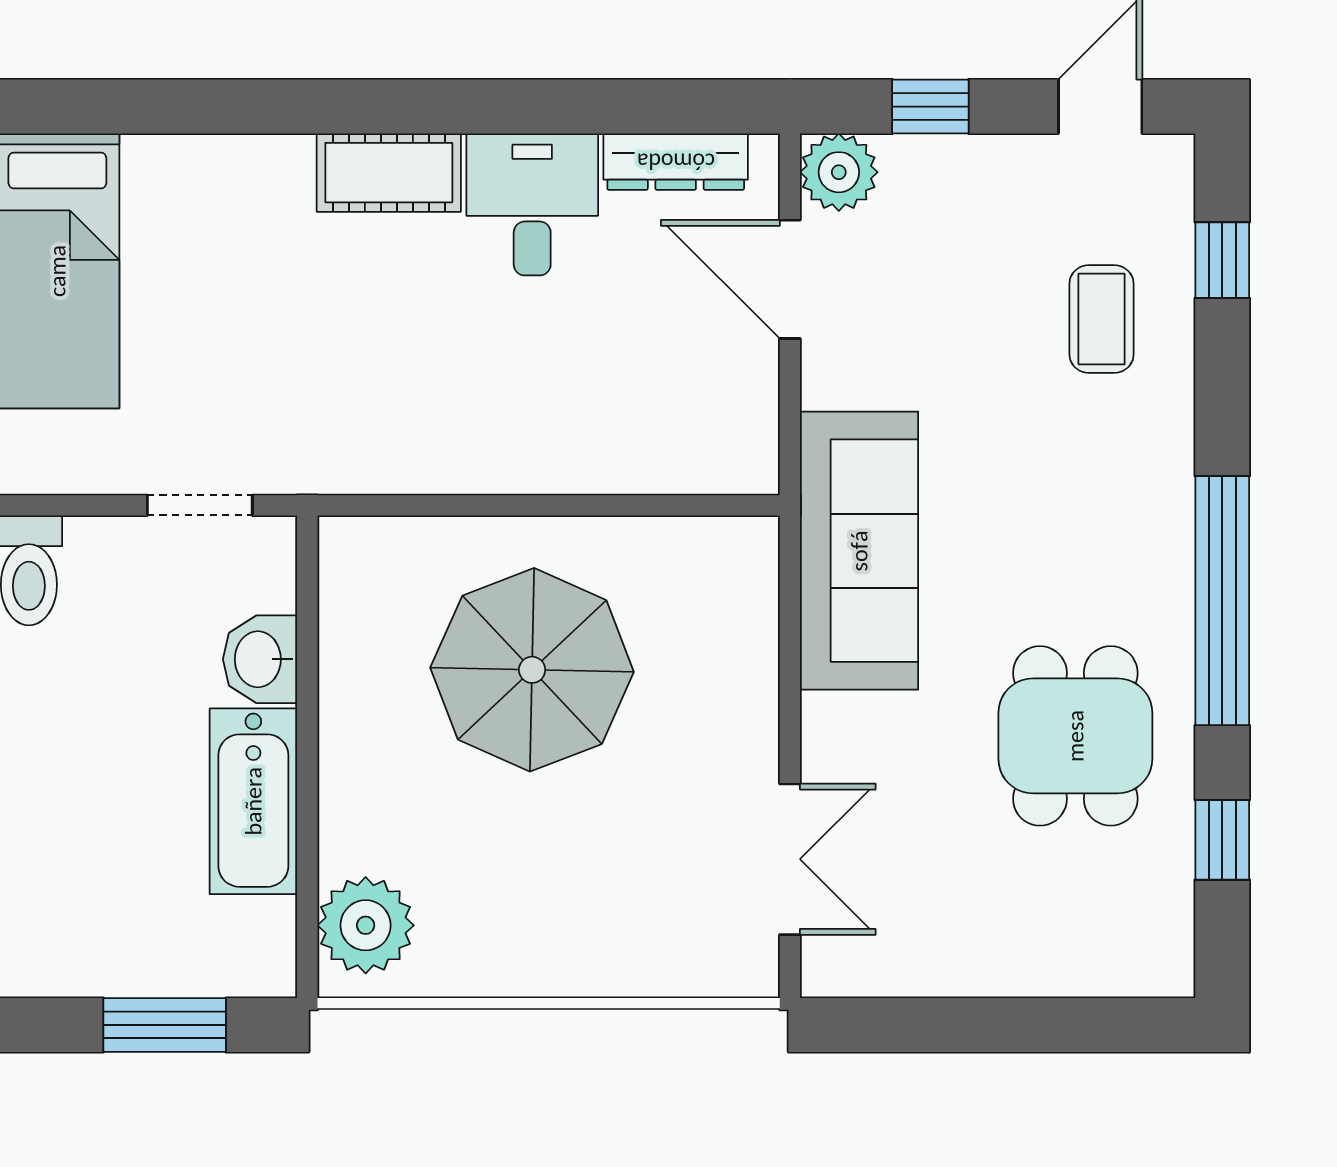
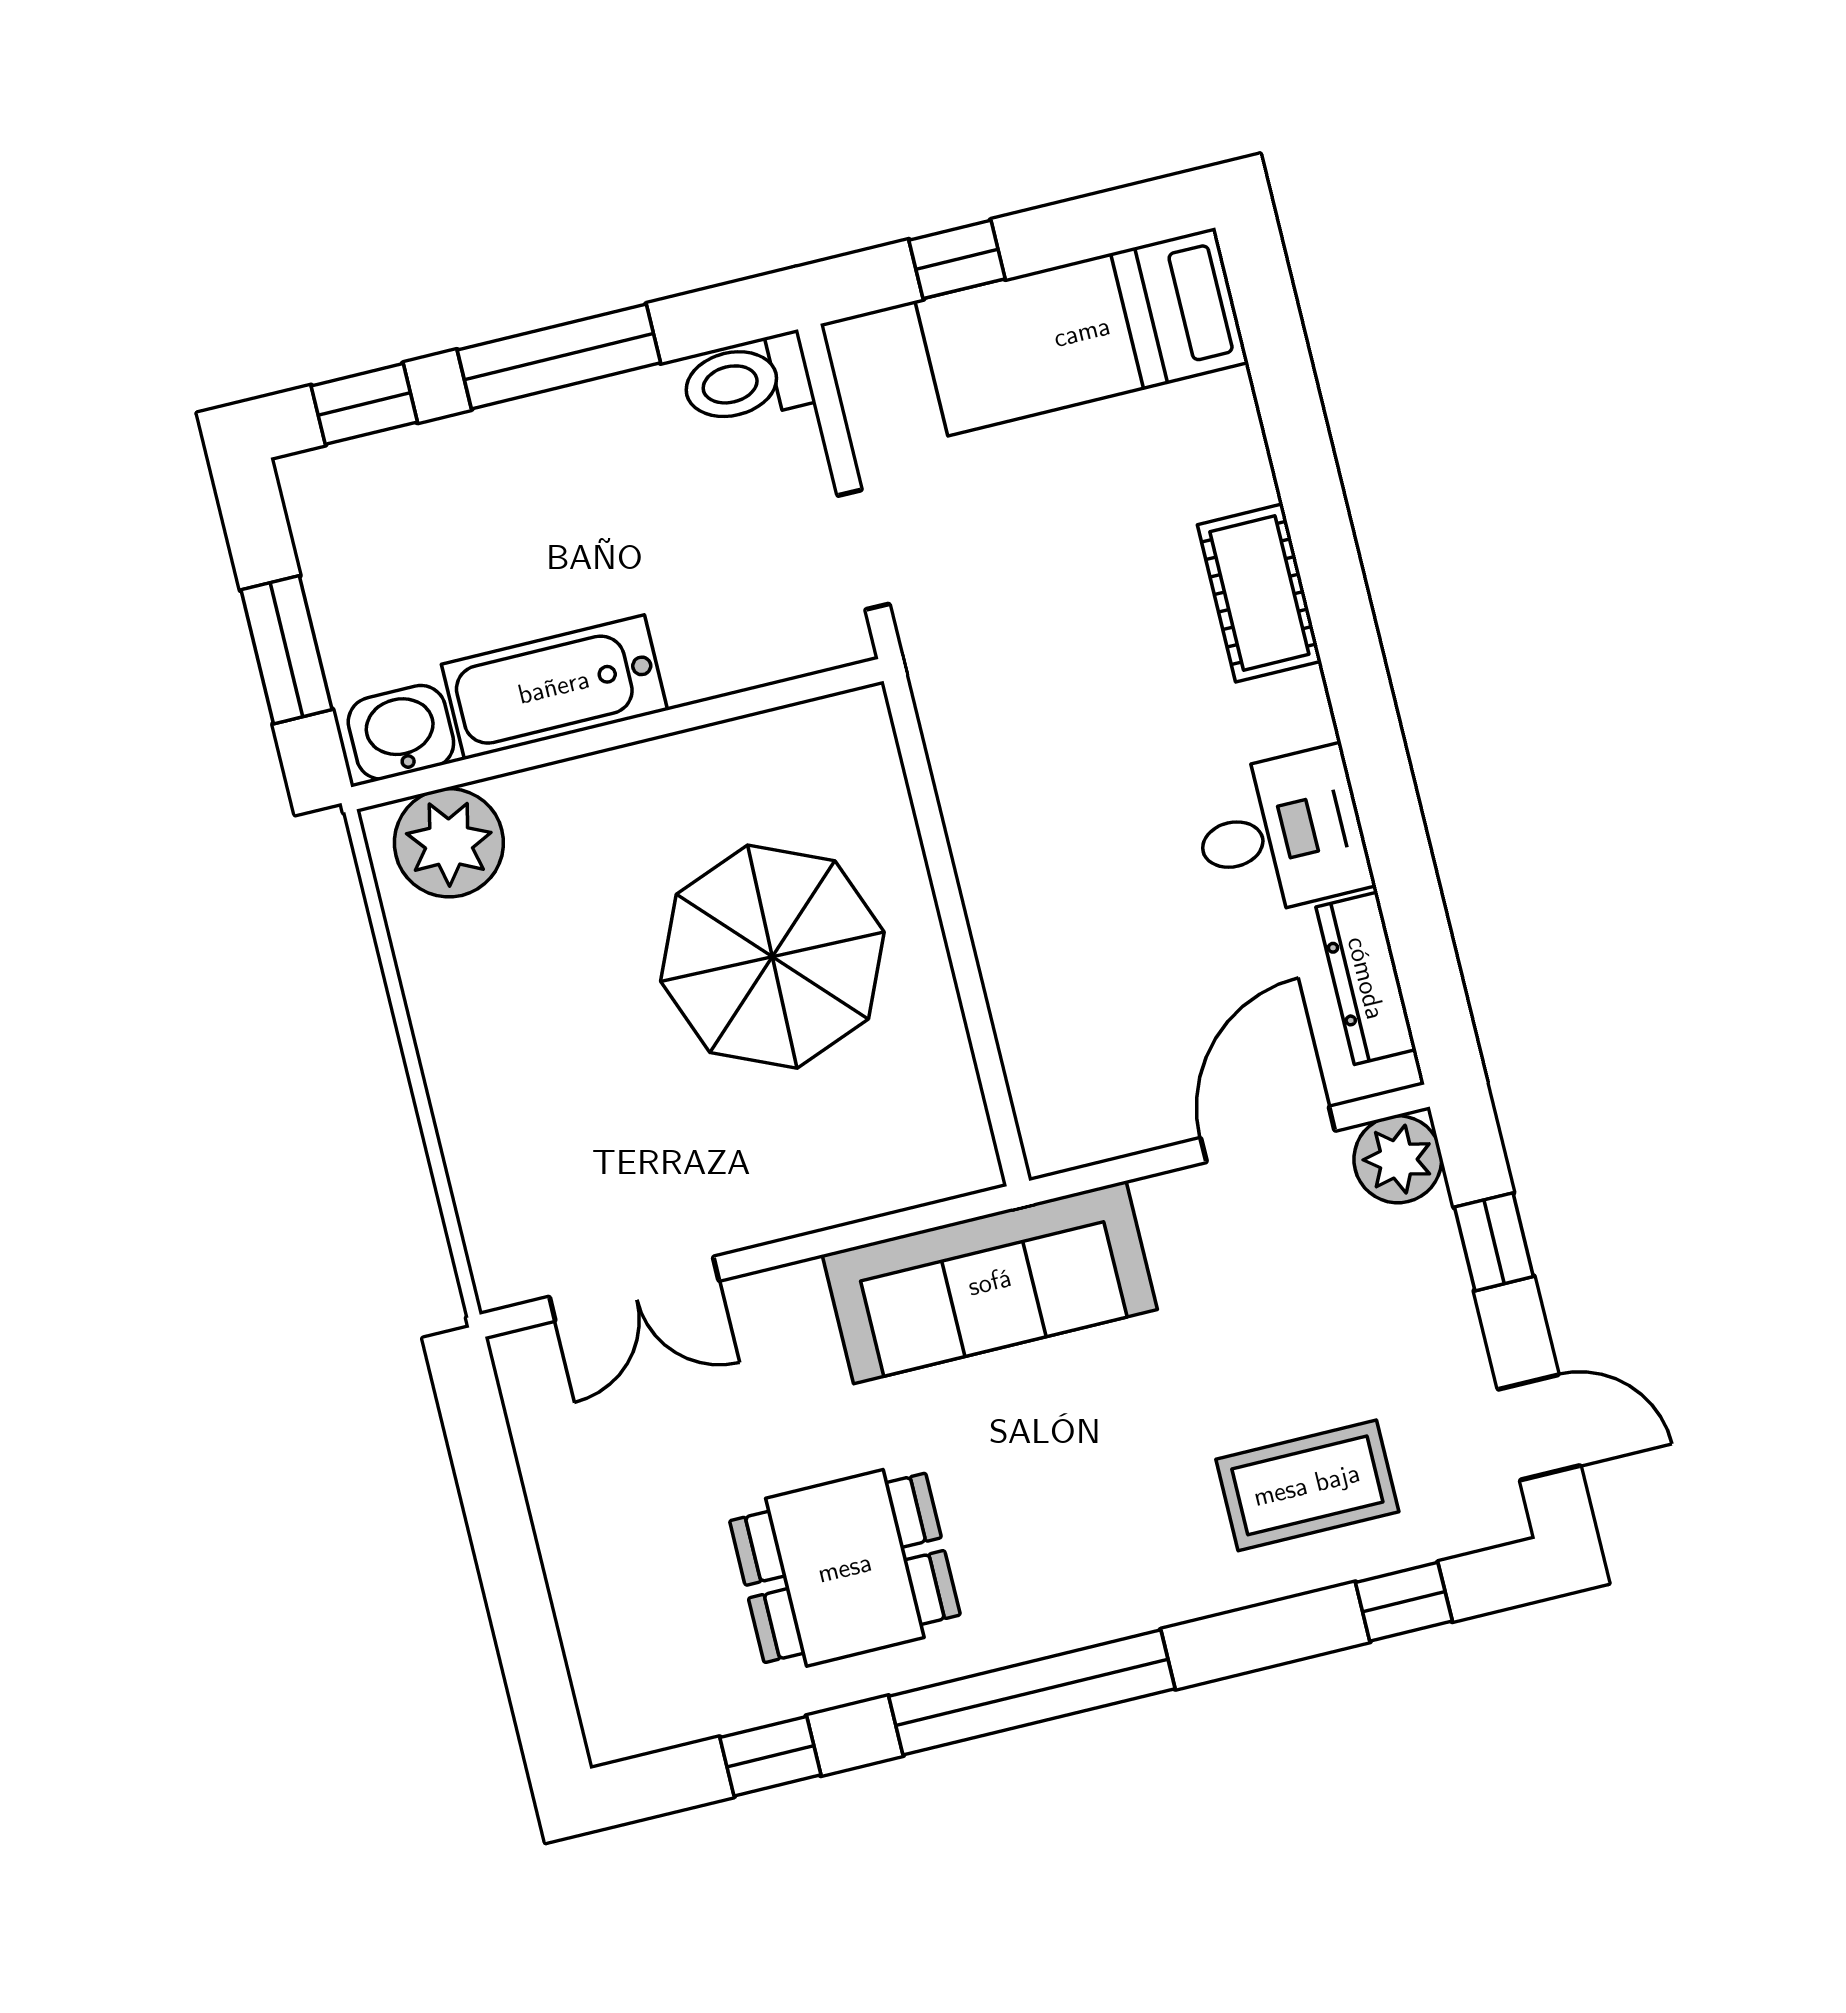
cot: (389, 173) -> (1259, 593), moved
coffee table: (1102, 319) -> (1307, 1485), width x1.36, depth x1.30
washbasin: (260, 659) -> (401, 732), moved

